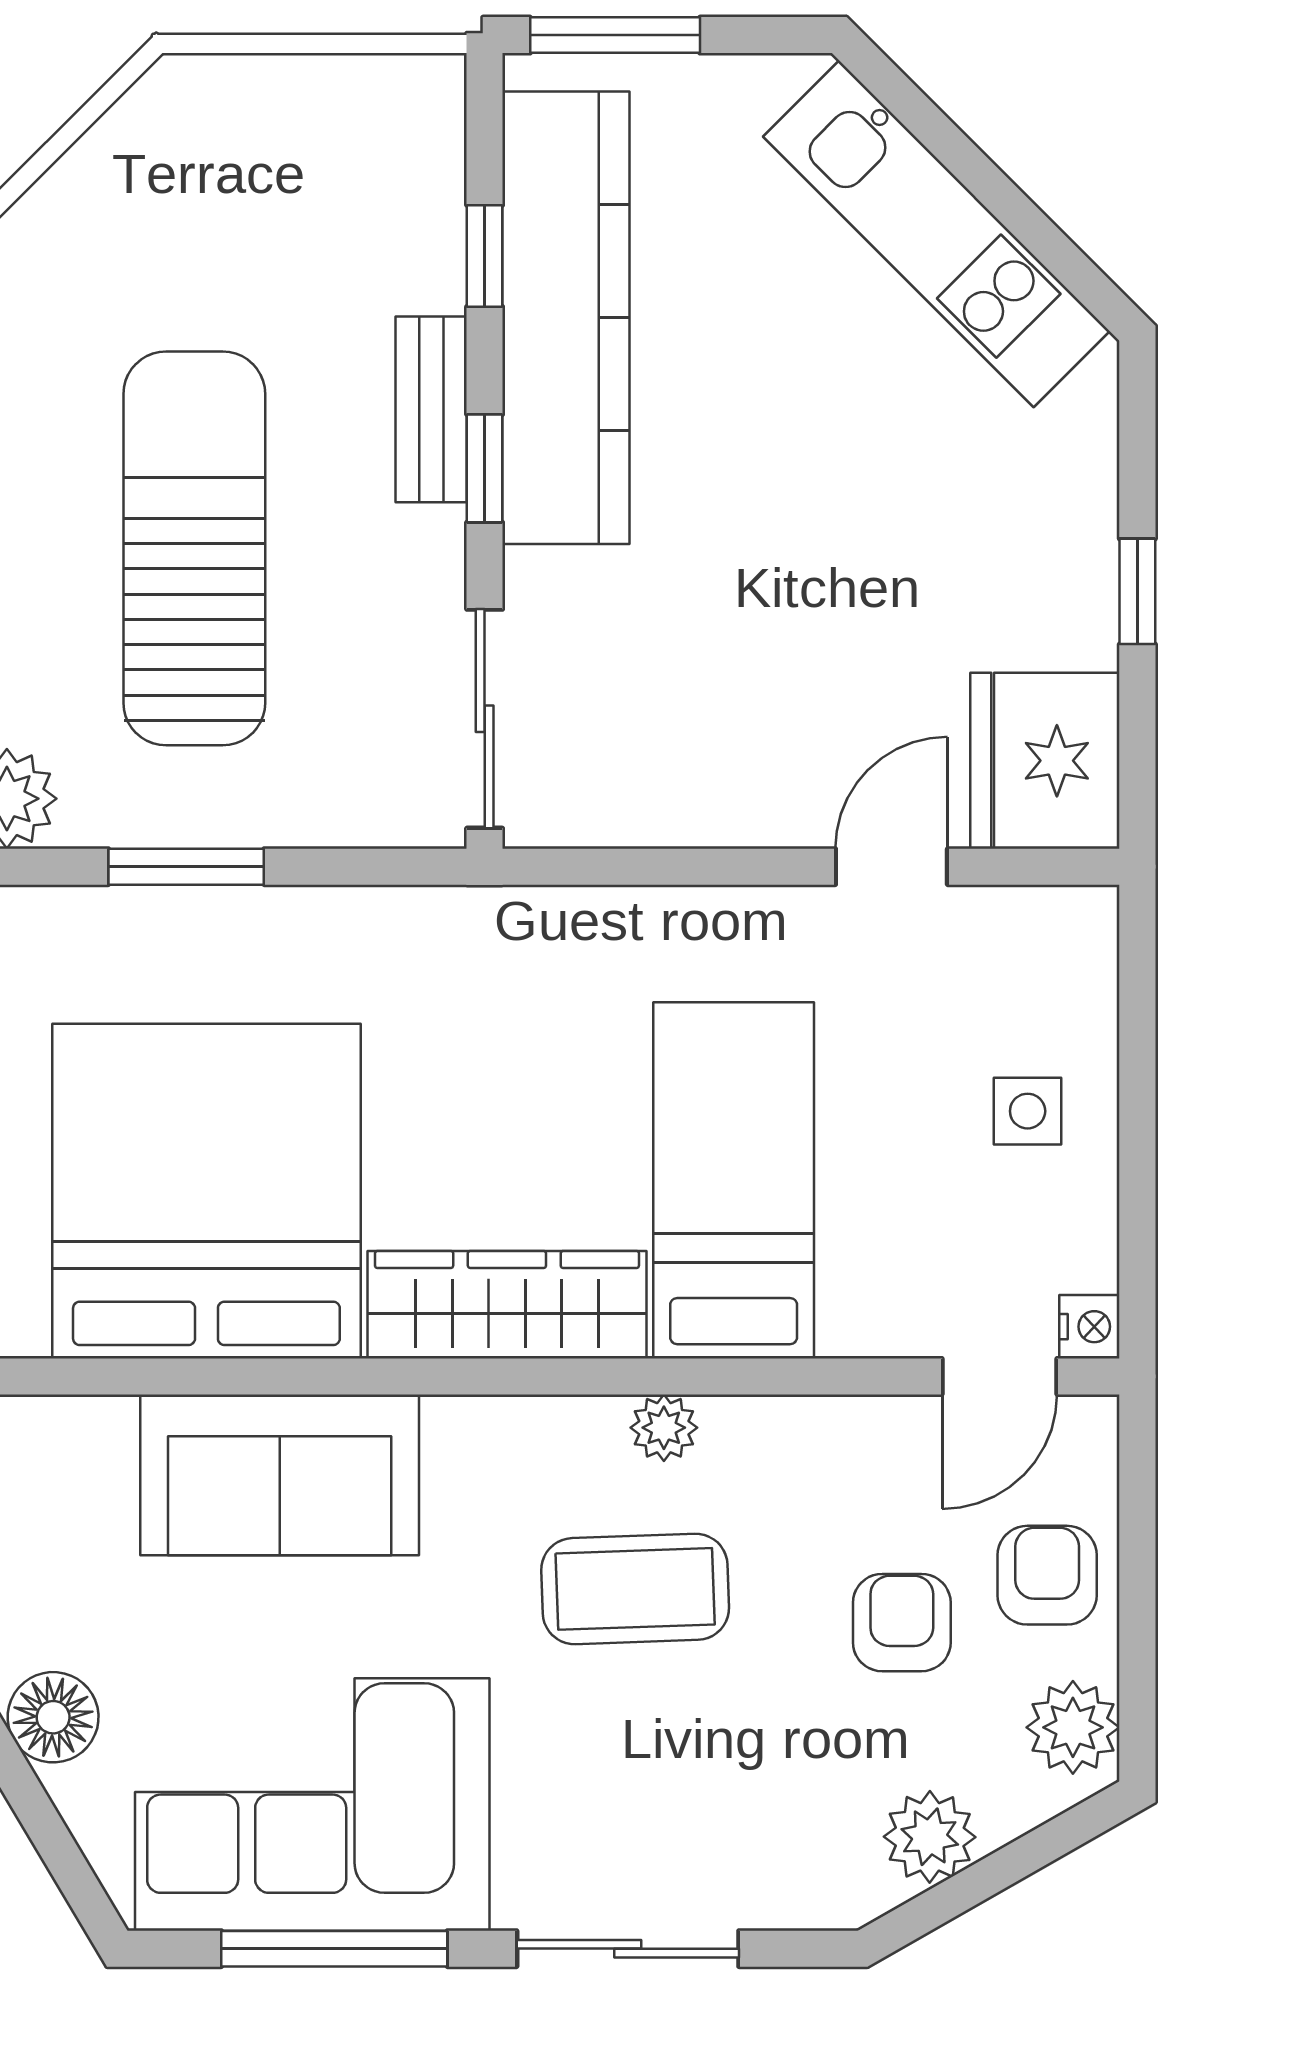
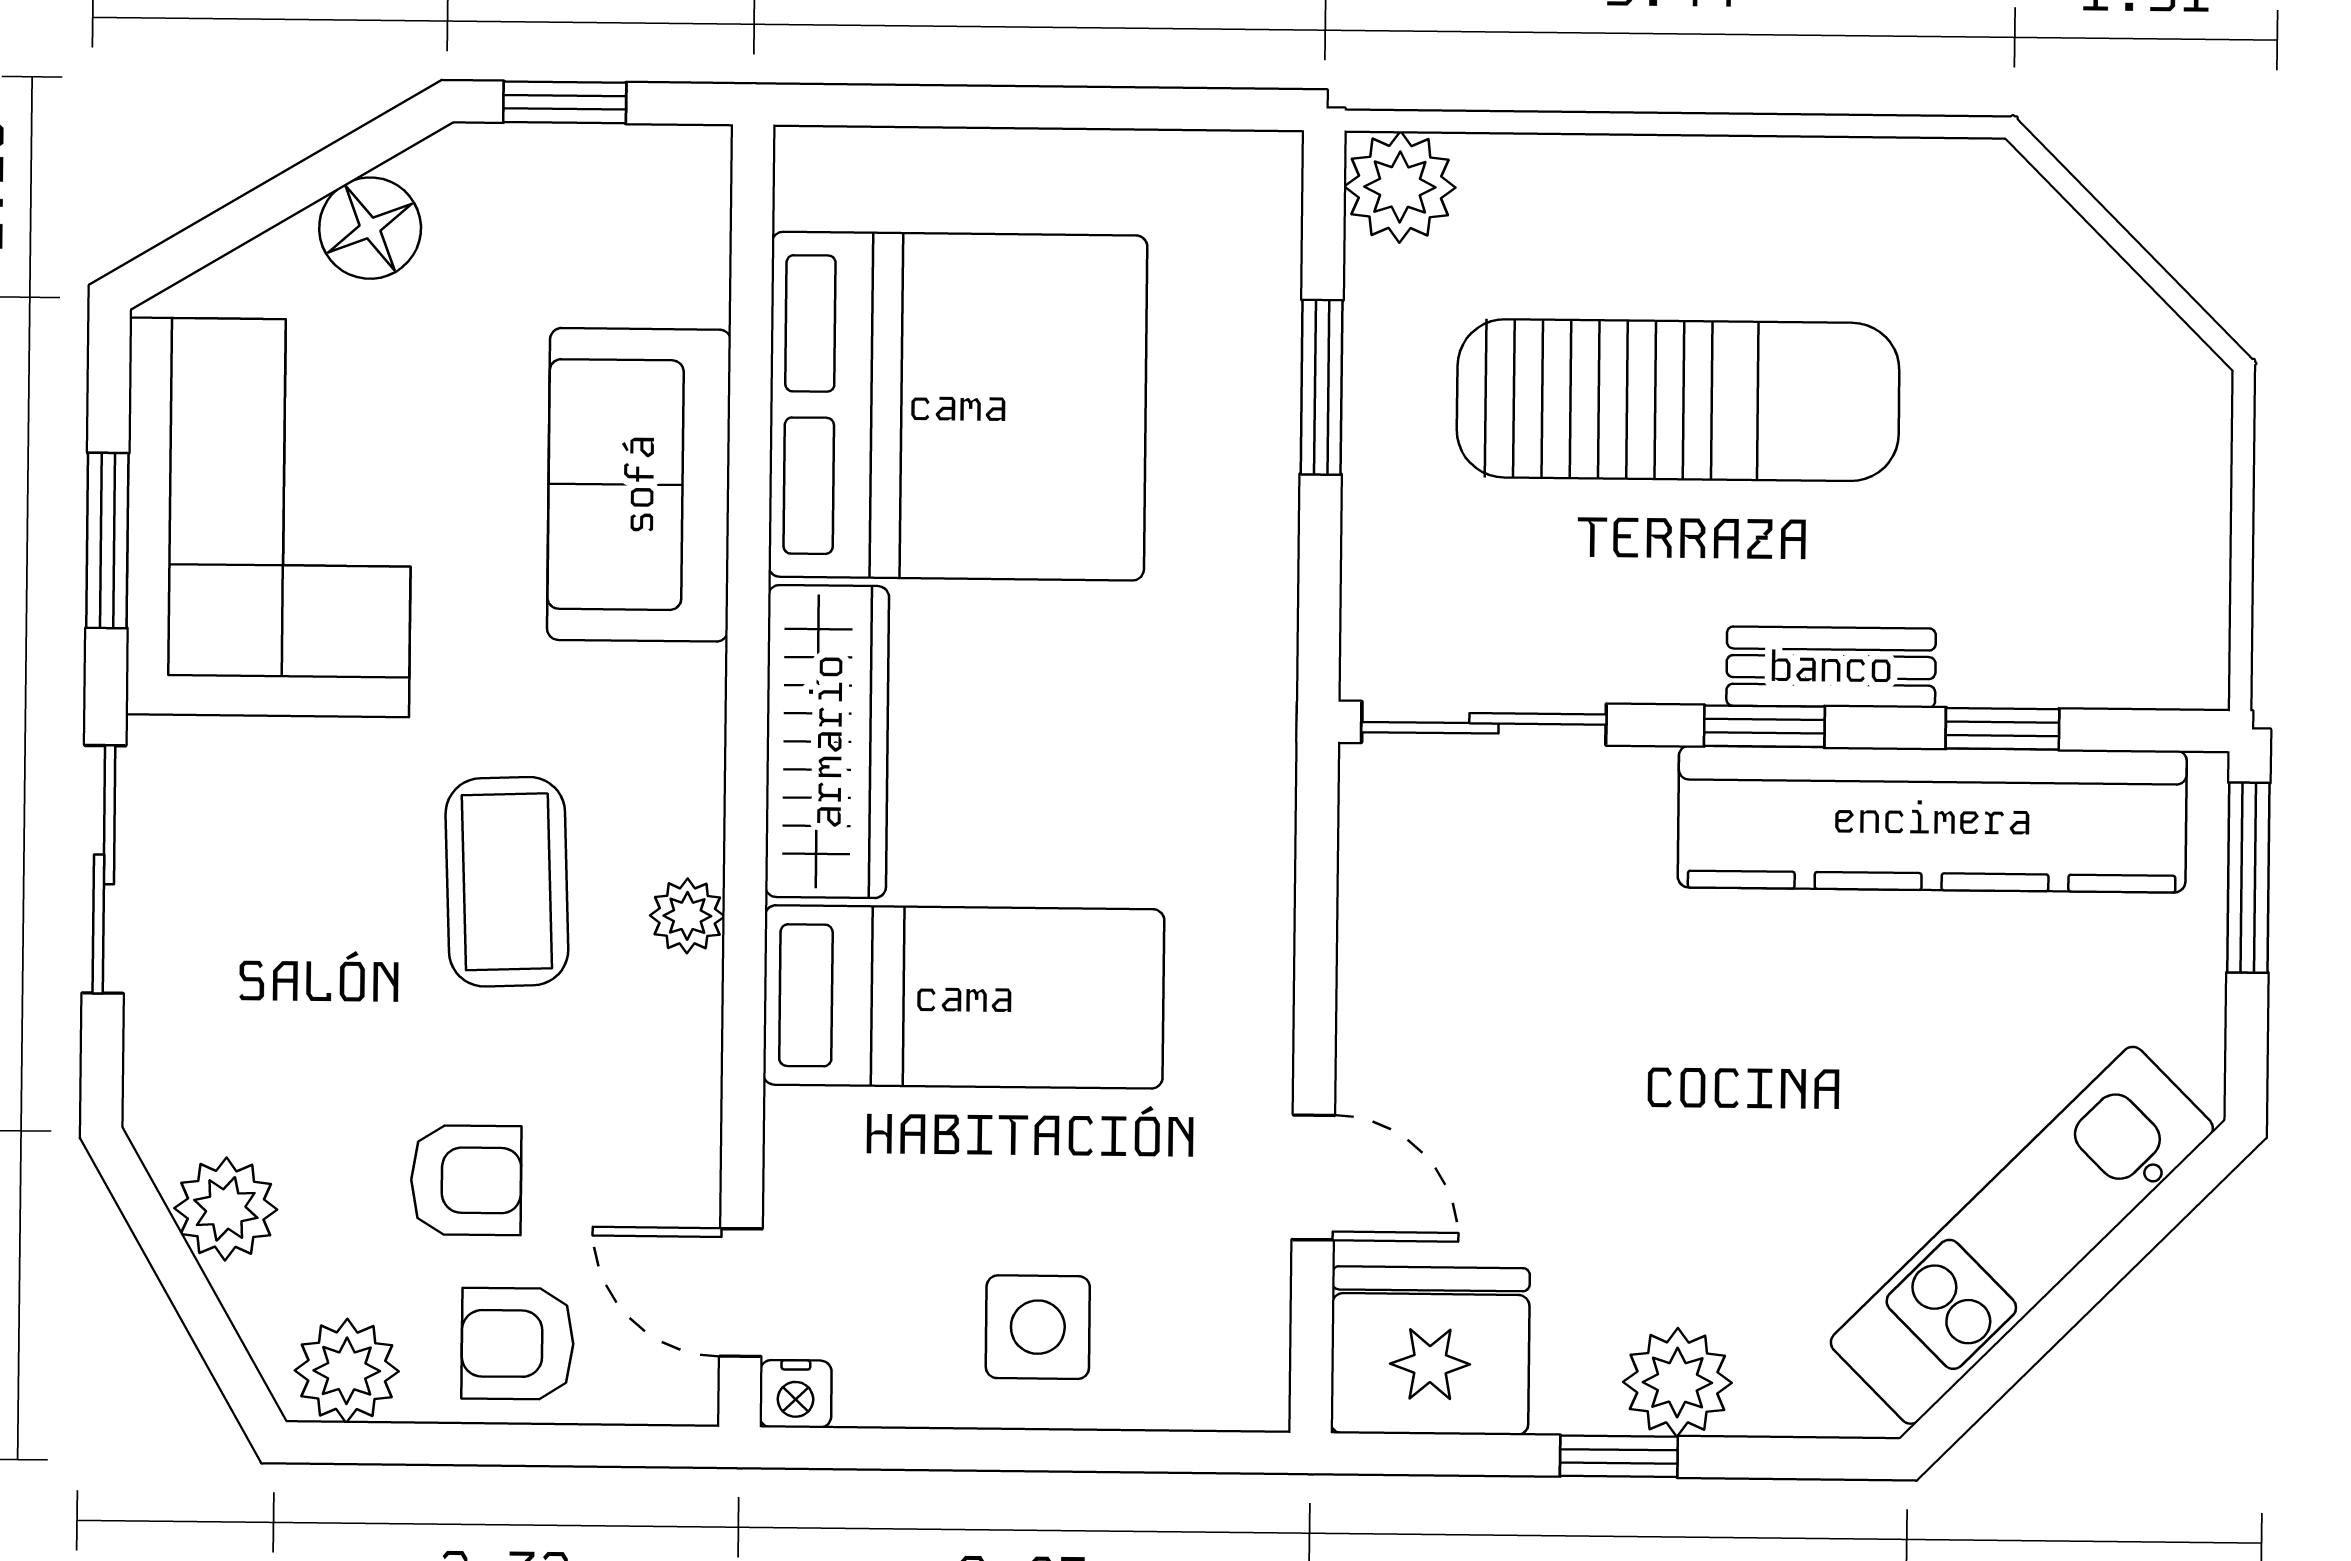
plant: (1071, 540) -> (1677, 1382), added
side table: (1028, 1111) -> (1038, 1327), width x1.37, depth x1.37
armchair: (1047, 1575) -> (518, 1344), turned 180
window: (334, 1949) -> (107, 540), width x0.69

